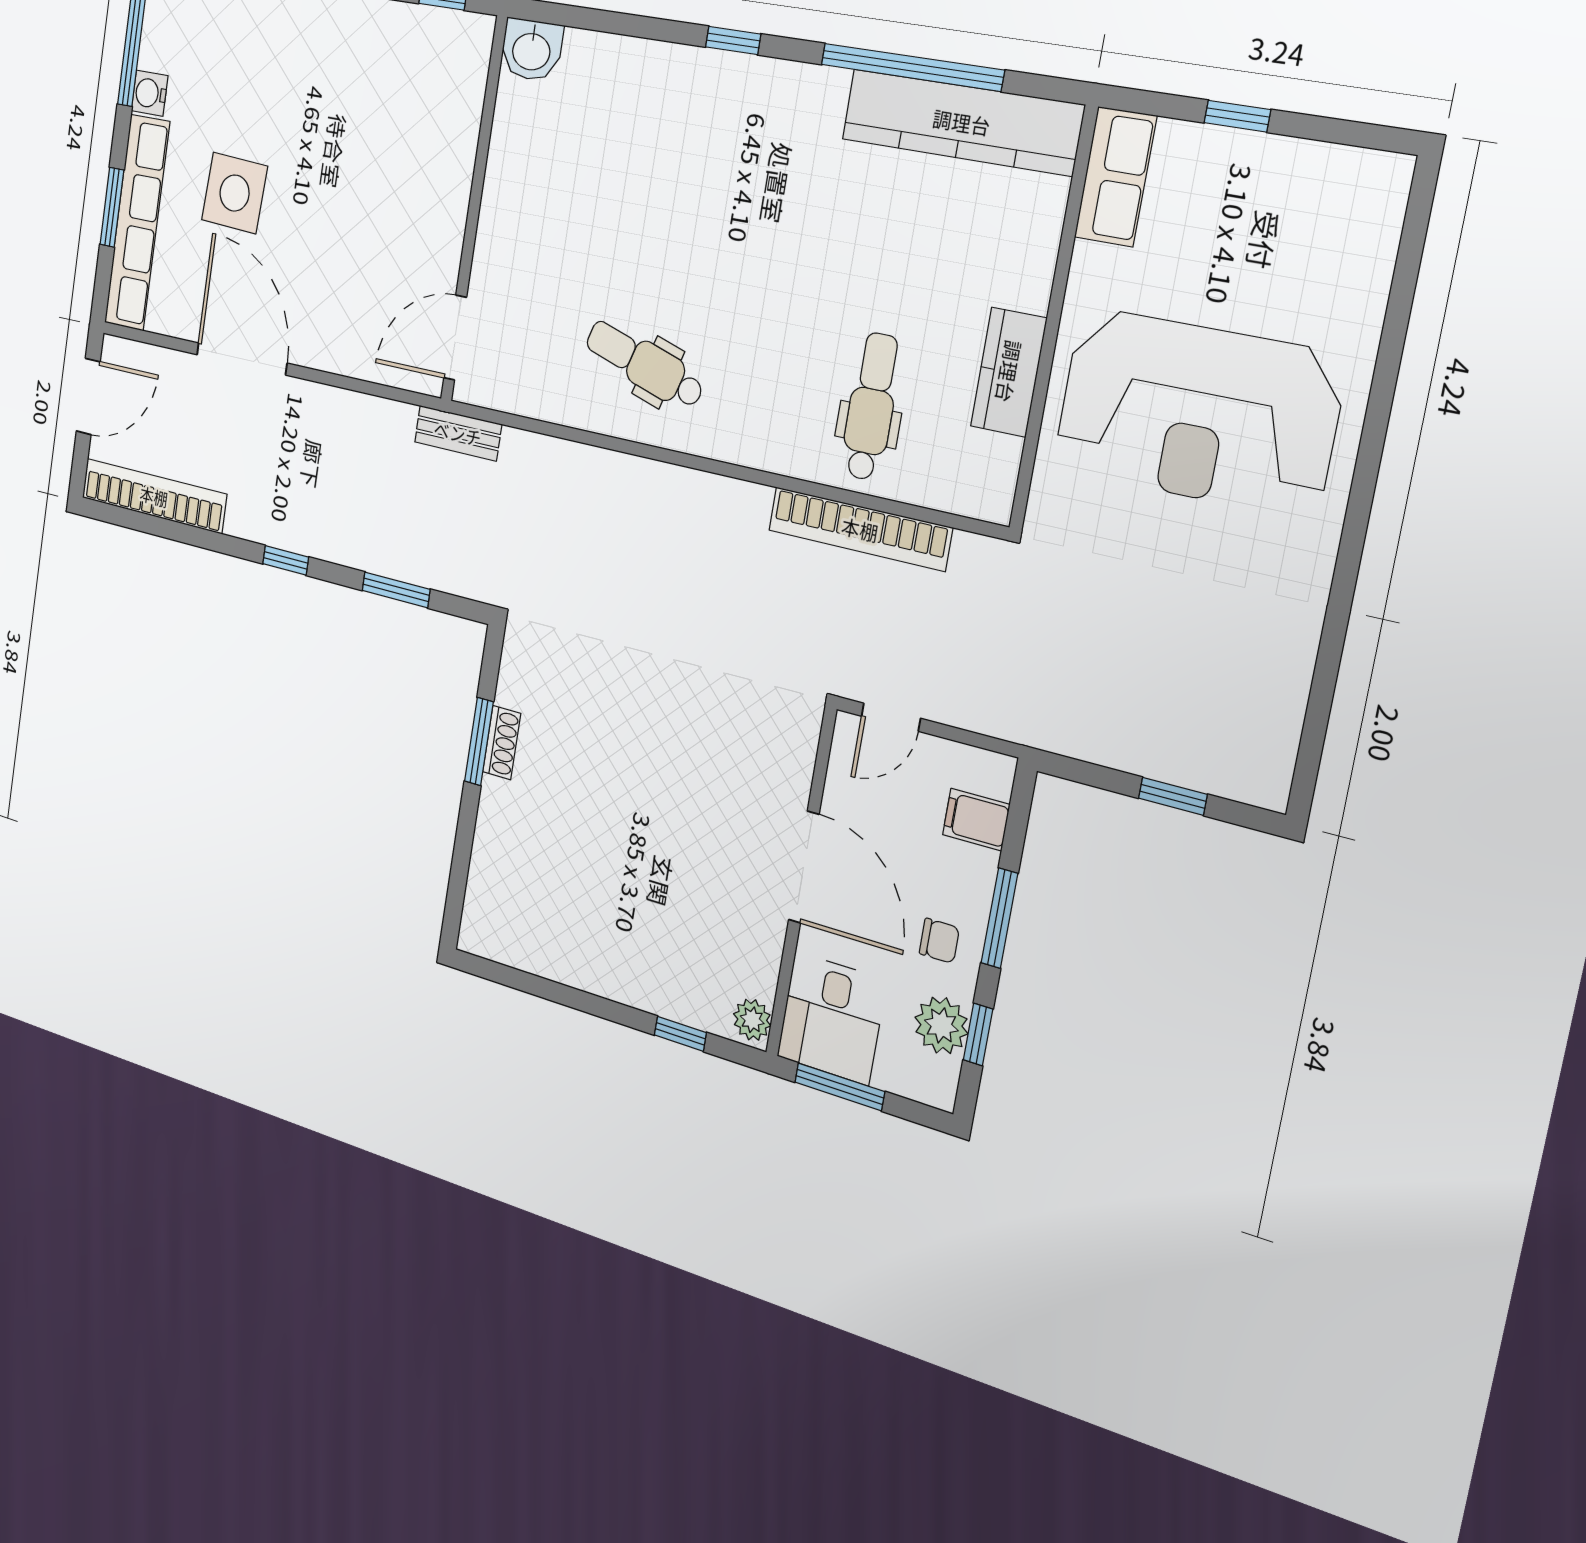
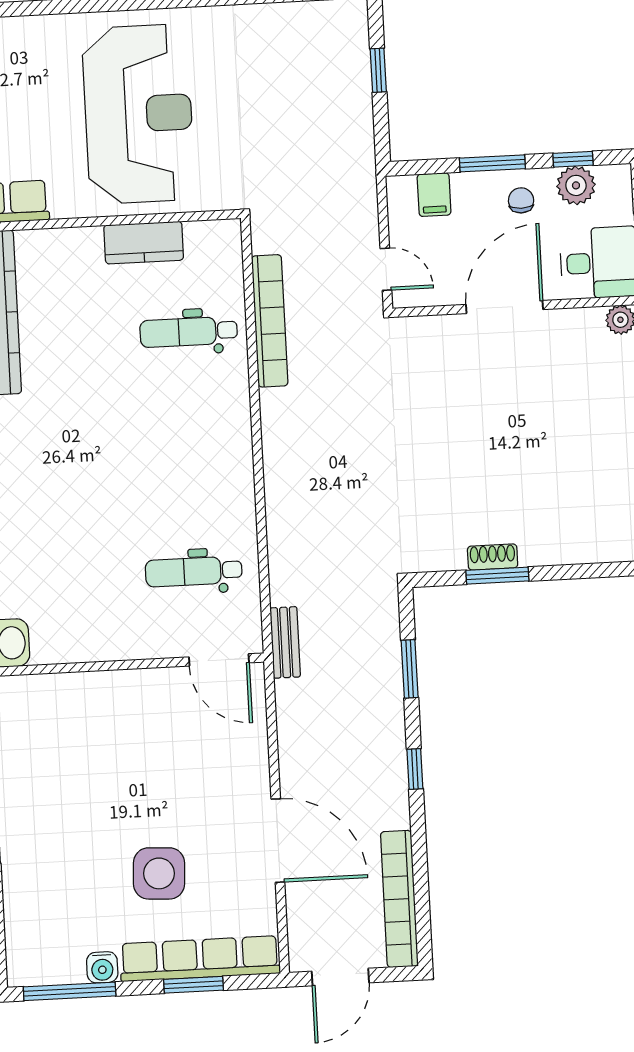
door: (242, 359) -> (278, 841), swing flipped
dental chair: (645, 364) -> (194, 571), moved, turned 73
door: (88, 397) -> (340, 977), swing flipped

